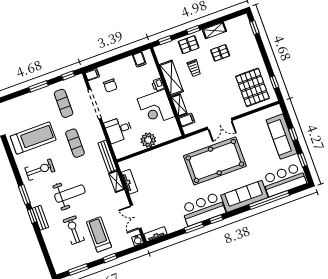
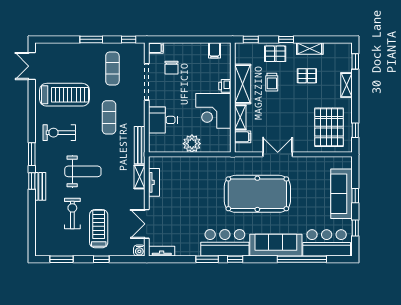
shelving: (254, 49) -> (346, 85), added
double door: (220, 124) -> (278, 154), swing flipped
exercise bike: (40, 170) -> (59, 133), turned 180

